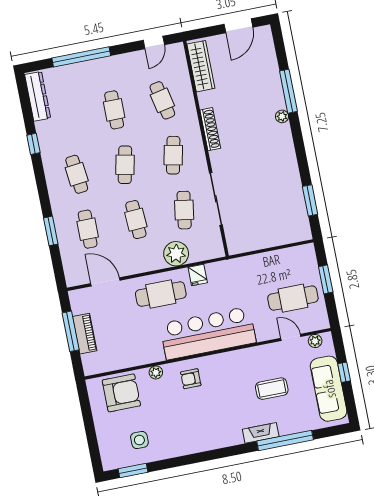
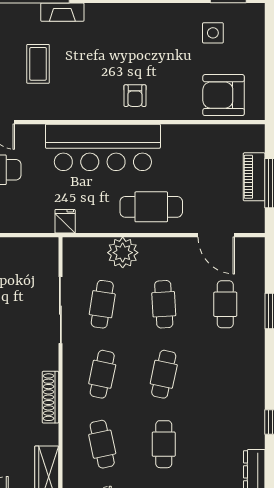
cafe table: (77, 174) -> (225, 374), removed
fridge: (198, 275) -> (65, 221), moved
plant: (156, 372) -> (176, 112), removed
armchair: (191, 379) -> (135, 96), turned 90
coffee table: (272, 389) -> (38, 64), turned 90

